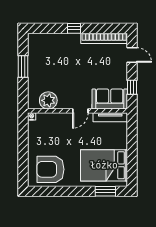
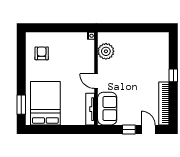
door: (132, 55) -> (148, 129), swing flipped
window: (23, 66) -> (138, 28), removed
window: (132, 87) -> (129, 129), moved
armchair: (50, 169) -> (42, 53), width x0.53, depth x0.53

